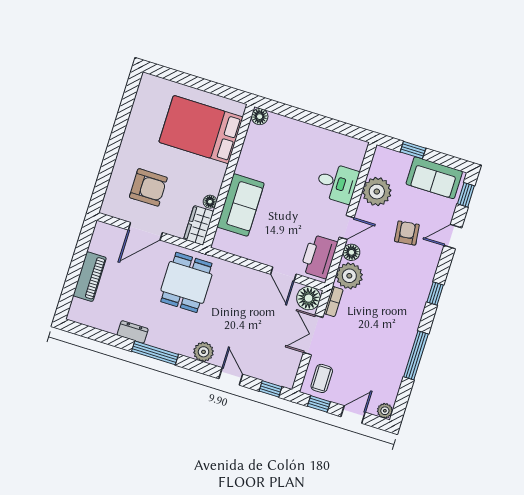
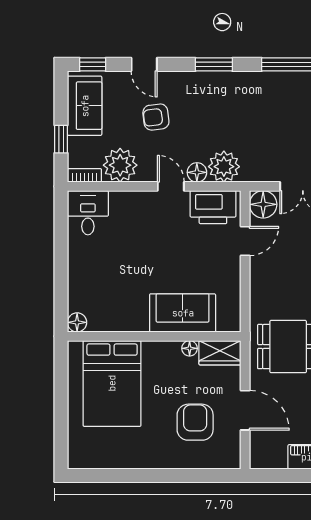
desk: (337, 183) -> (88, 213), moved
window: (435, 294) -> (214, 64), width x1.50
bookcase: (333, 302) -> (84, 175), moved

